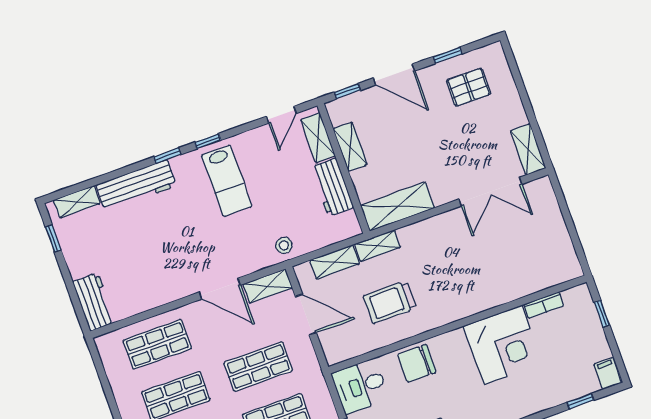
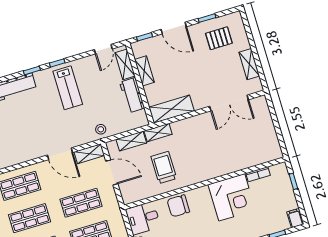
shelving: (528, 150) -> (249, 64), moved
trolley: (390, 302) -> (164, 167), turned 90

